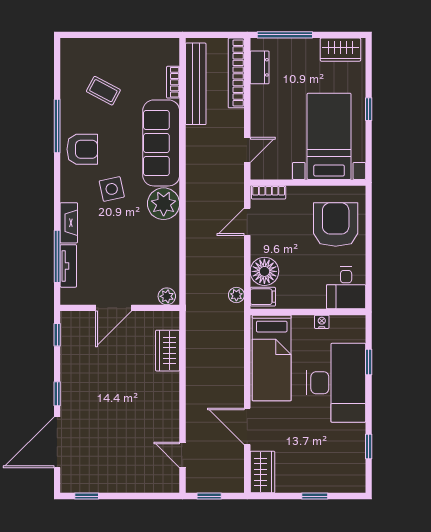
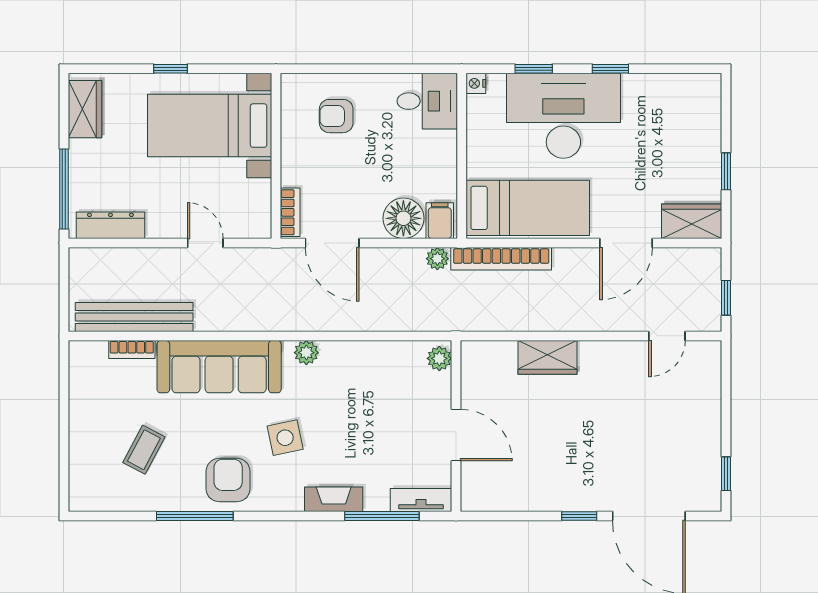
dresser: (260, 67) -> (110, 225), width x1.44
bookcase: (236, 73) -> (501, 259), moved
door: (247, 150) -> (205, 243), moved
plant: (164, 204) -> (306, 353), width x0.53, depth x0.53
door: (247, 222) -> (332, 243), width x1.38
armchair: (336, 225) -> (336, 116), width x0.53, depth x0.53
tv unit: (68, 266) -> (421, 500), moved
nightstand: (322, 322) -> (476, 83), moved
window: (57, 335) -> (494, 516), removed
wardrobe: (168, 351) -> (547, 357), moved
window: (369, 447) -> (610, 69), moved
window: (315, 496) -> (726, 171), moved

